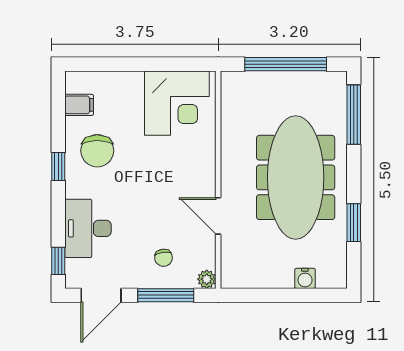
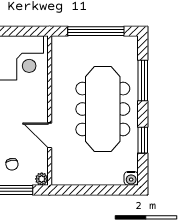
window: (354, 115) -> (143, 80), moved
water cooler: (305, 278) -> (131, 178), moved

